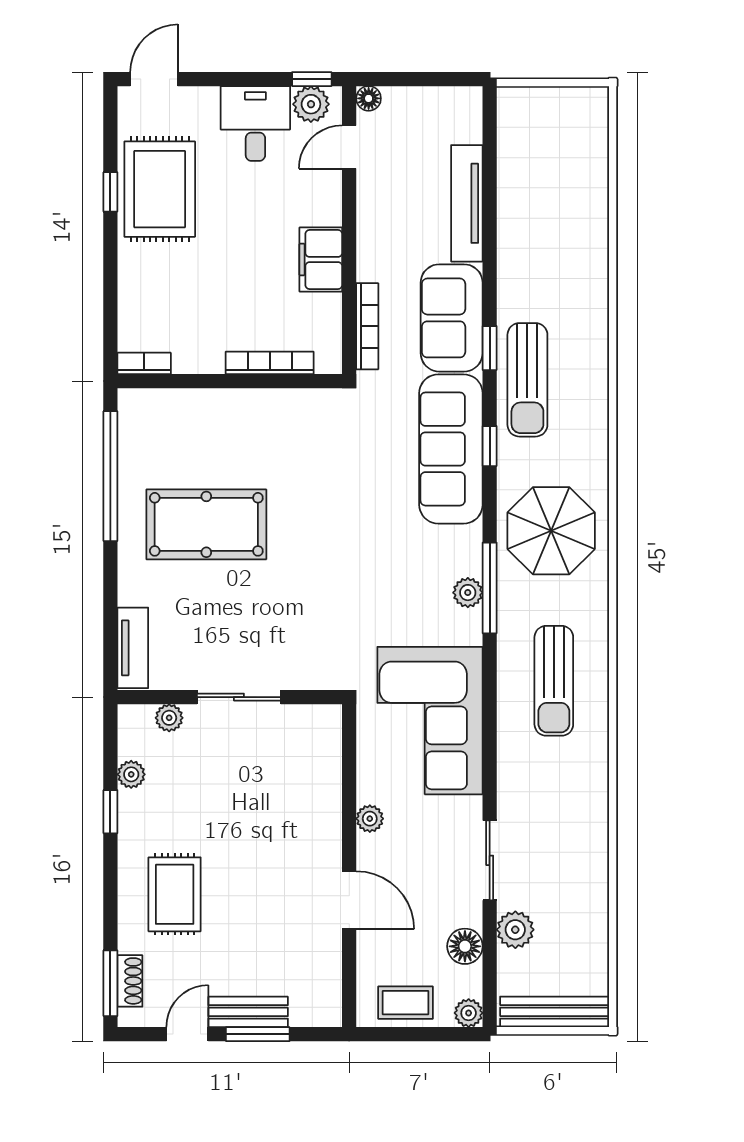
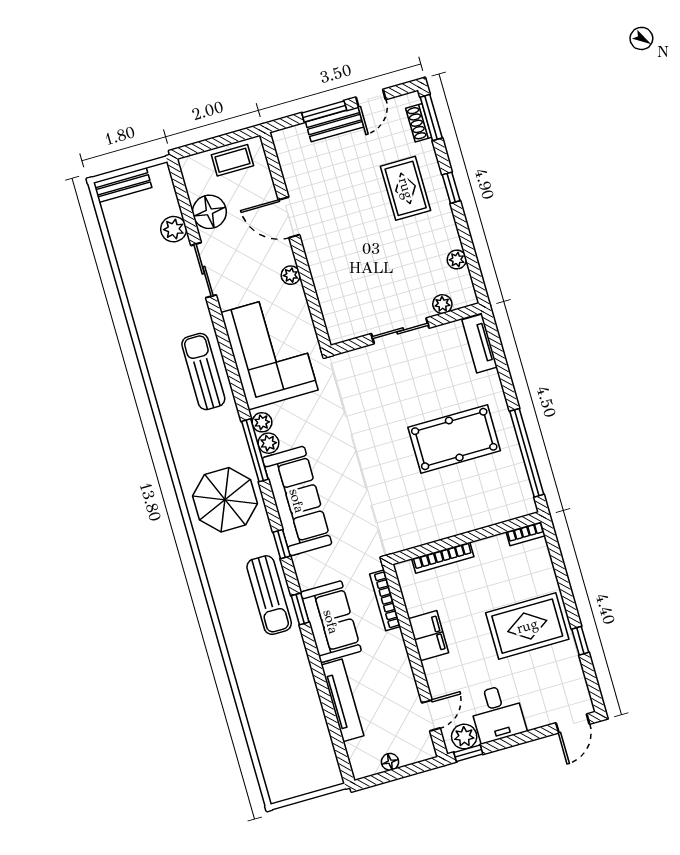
floor lamp: (369, 98) -> (390, 762), moved
rug: (160, 189) -> (527, 626), moved, turned 90
sun lounger: (527, 380) -> (269, 595), turned 180
sofa: (451, 449) -> (297, 501), moved
sun lounger: (554, 681) -> (203, 372), moved
window: (110, 812) -> (451, 188), moved
floor lamp: (465, 946) -> (209, 212), width x1.38, depth x1.38
bench: (554, 1012) -> (123, 185), width x0.73
plant: (469, 1013) -> (262, 422), moved

